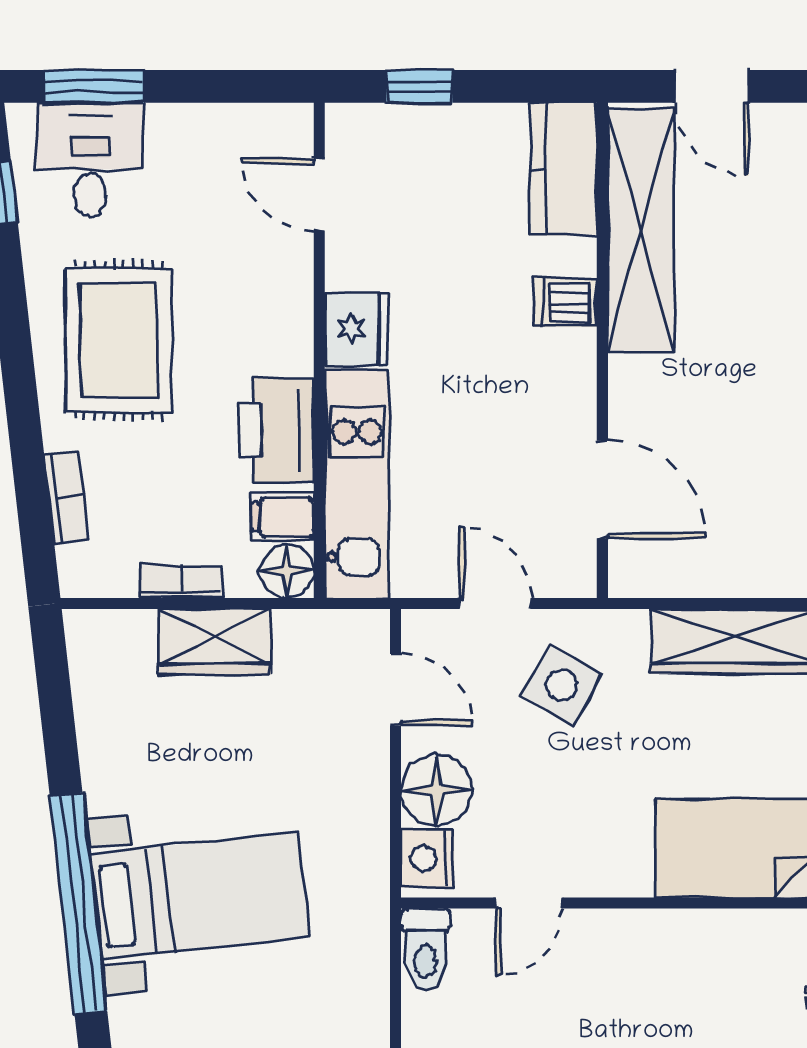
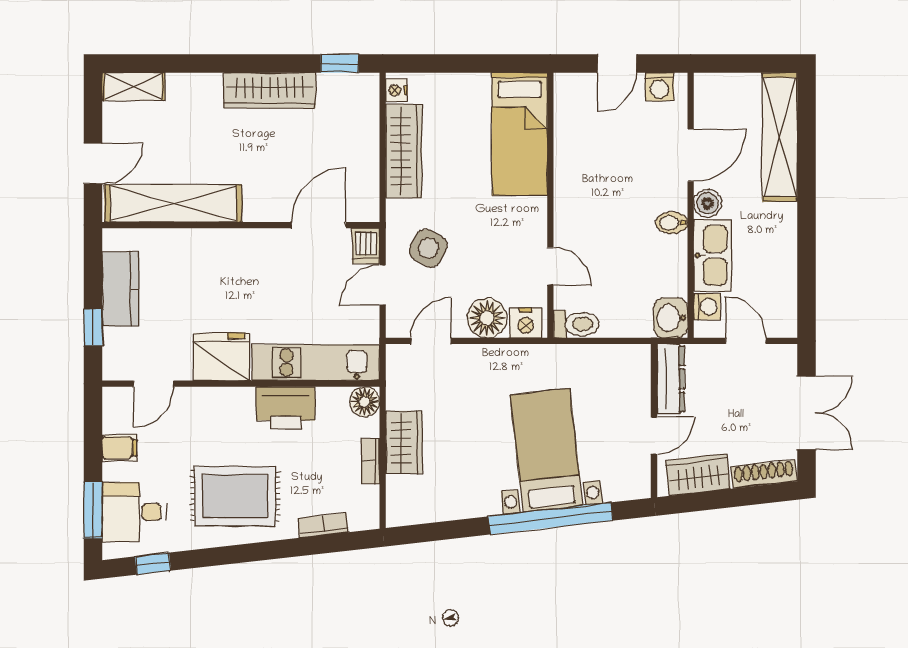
kitchen counter: (564, 169) -> (121, 289), moved, turned -90
dishwasher: (565, 303) -> (366, 246), moved
fridge: (356, 329) -> (221, 357), width x1.36, depth x1.34
filing cabinet: (283, 517) -> (120, 448), moved, turned -90

